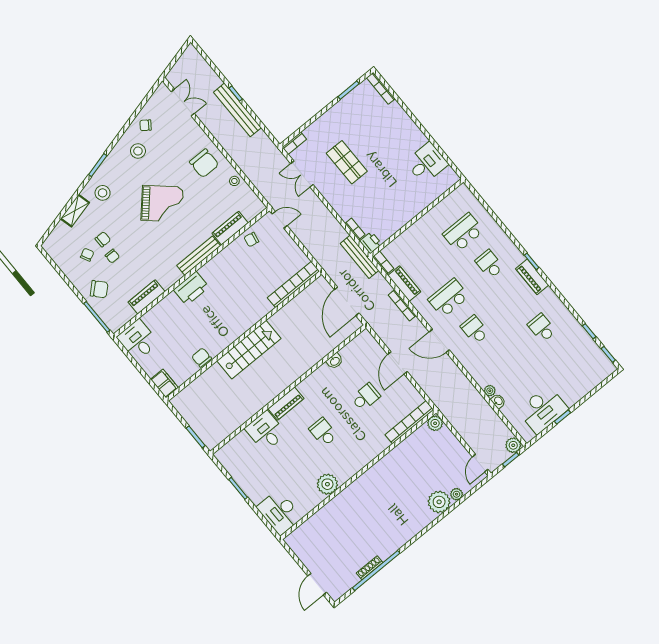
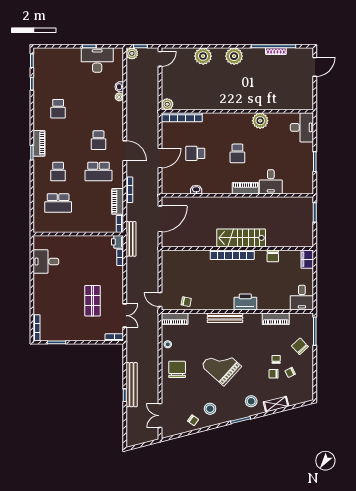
piano: (230, 228) -> (175, 319), moved
bookcase: (293, 284) -> (232, 255), moved
plant: (457, 494) -> (234, 56), moved, width x1.87, depth x1.87

